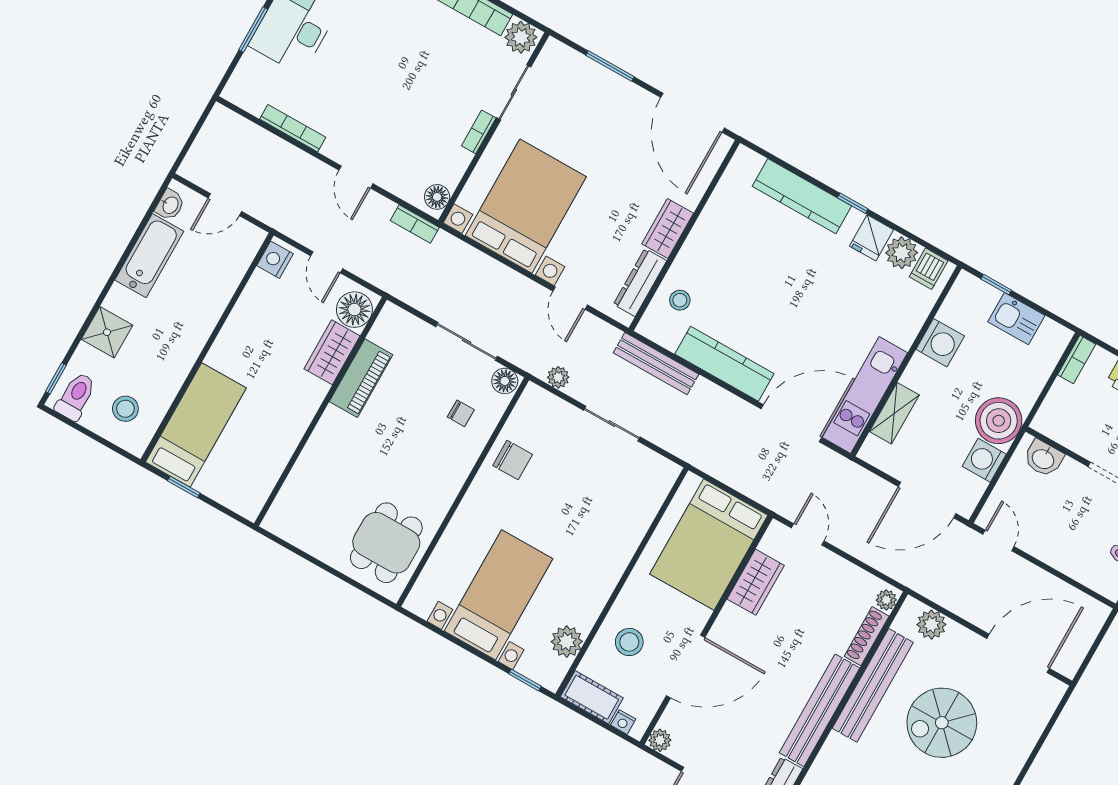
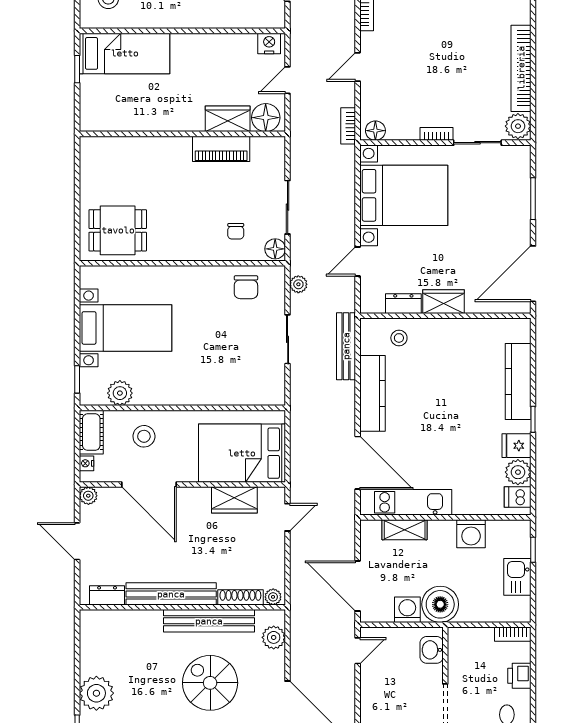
dresser: (640, 283) -> (403, 304), width x0.70
chair: (513, 460) -> (246, 287), moved

